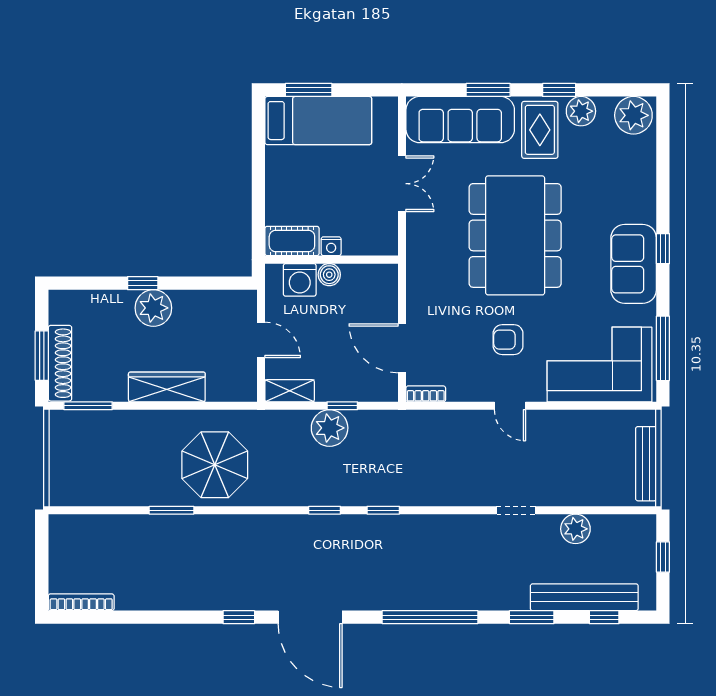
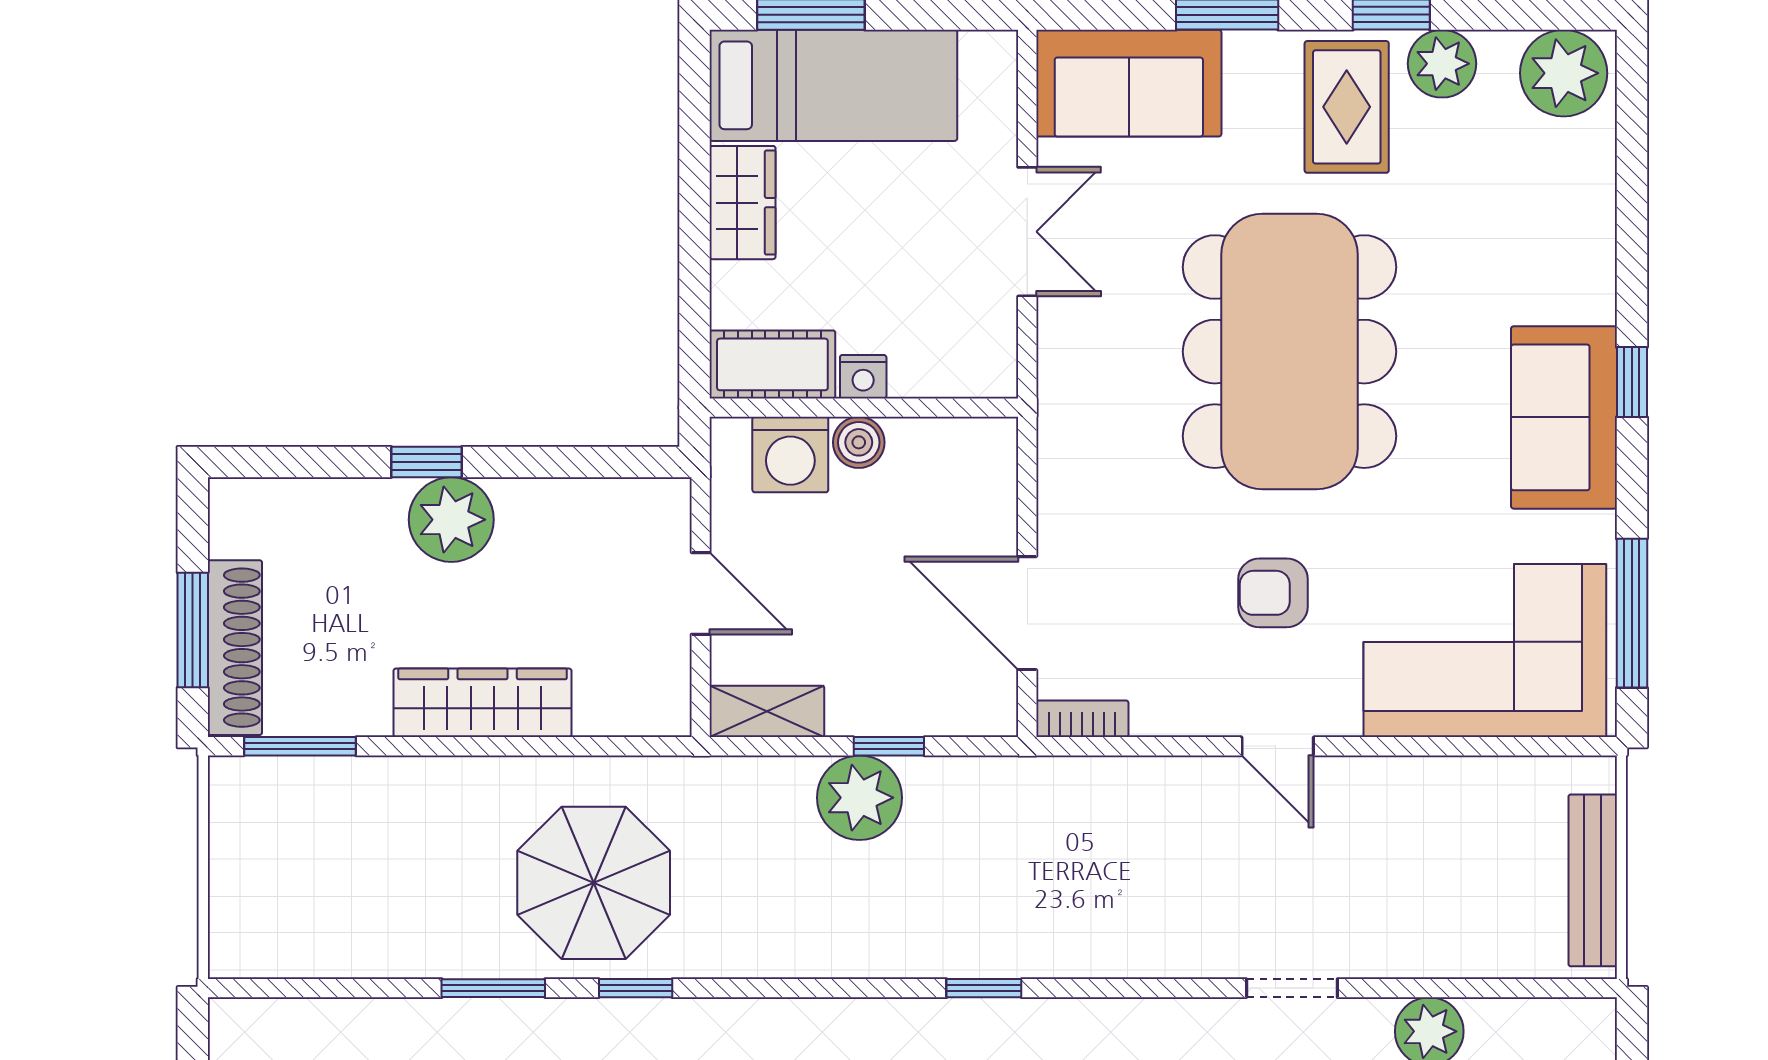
sofa: (460, 120) -> (1129, 83), width x0.73
wardrobe: (279, 171) -> (743, 203), added
window: (325, 510) -> (636, 988), moved

